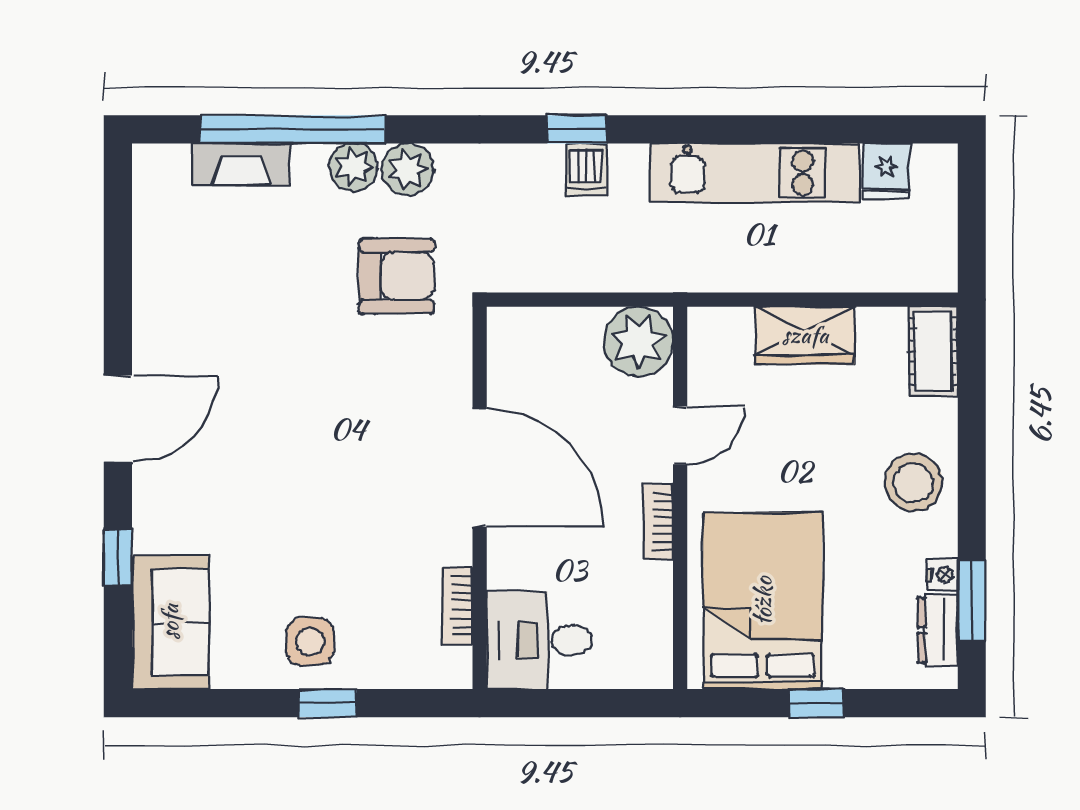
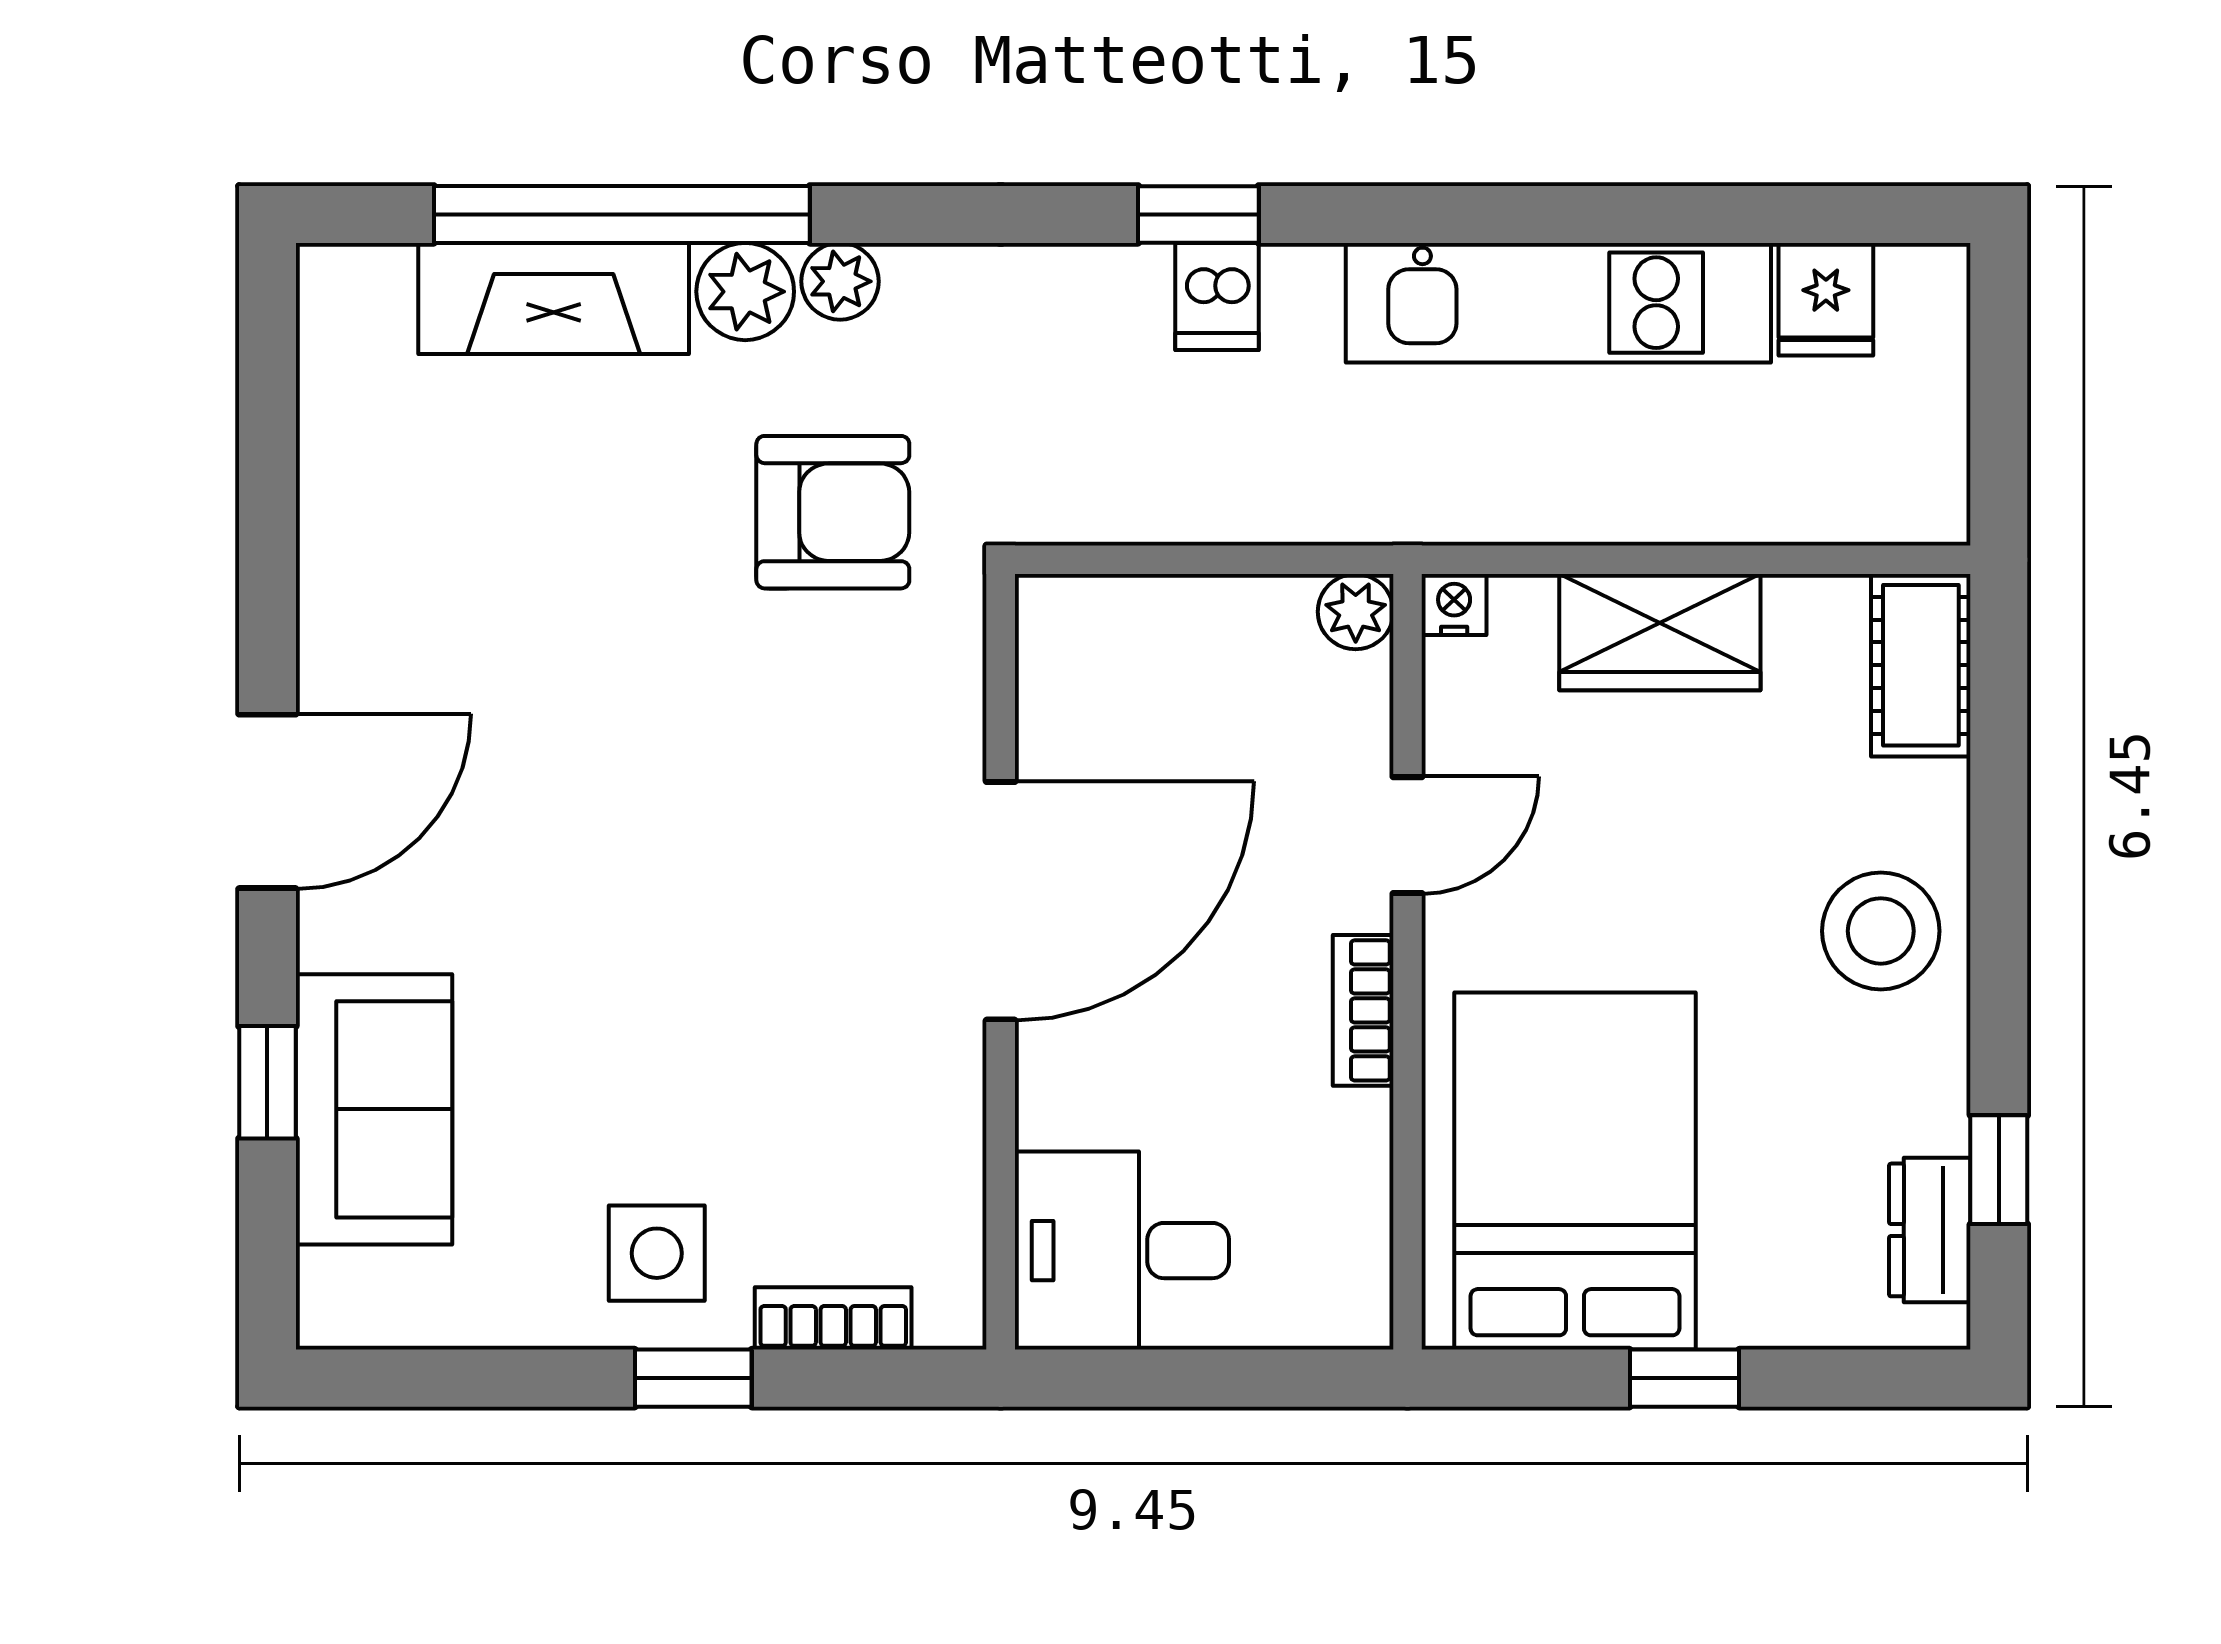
fireplace: (241, 164) -> (554, 298), width x1.37, depth x1.32
plant: (407, 169) -> (840, 281), width x0.73, depth x0.73
plant: (638, 341) -> (1356, 612), width x0.53, depth x0.53
door: (480, 468) -> (1001, 901), hinge flipped
nightstand: (943, 575) -> (1454, 605), moved, turned -90
window: (972, 600) -> (1999, 1170), width x0.67
bookcase: (457, 606) -> (833, 1318), moved, turned 90
sofa: (170, 622) -> (374, 1109), moved

